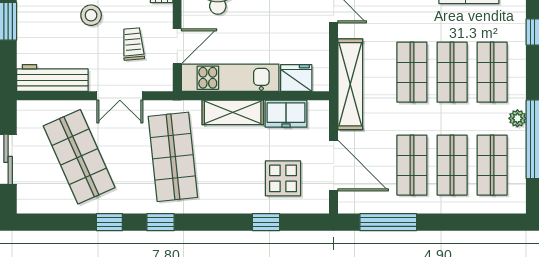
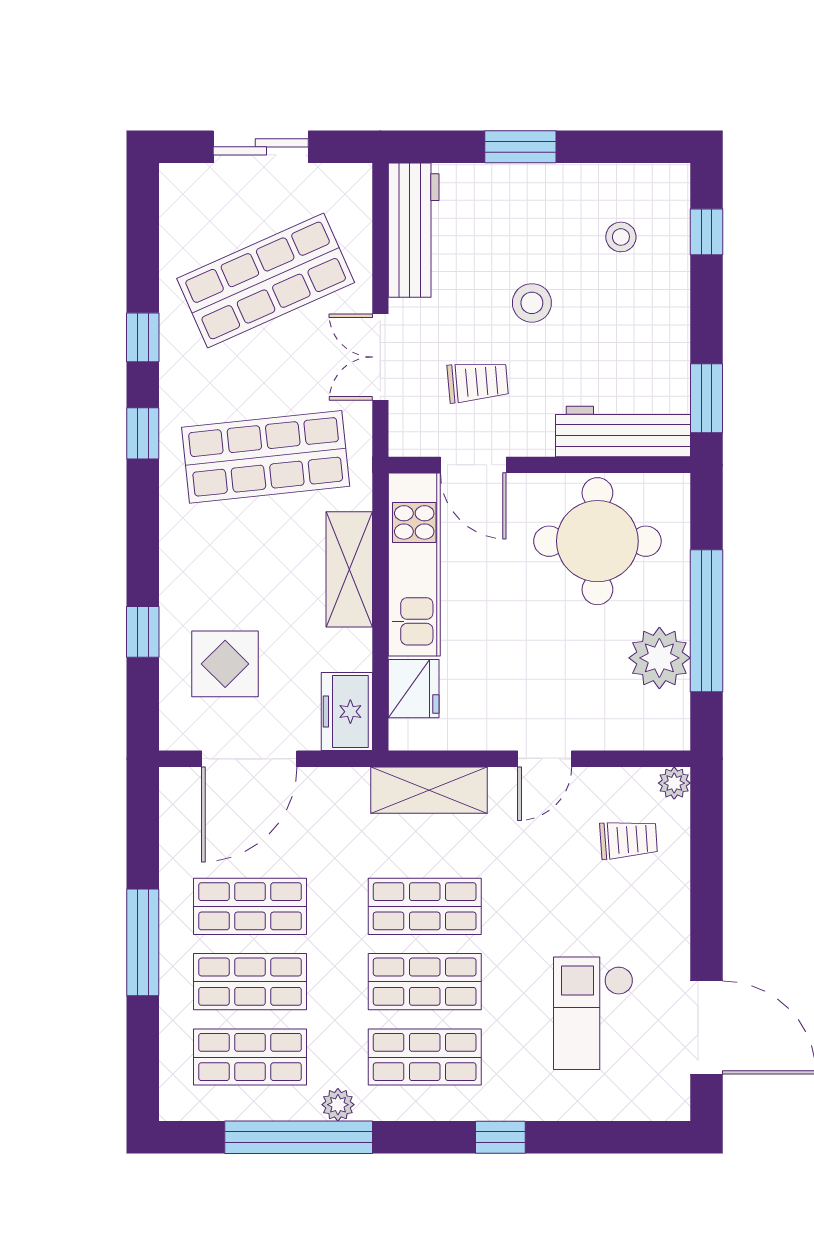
shelving: (350, 84) -> (429, 790), width x0.68
freezer: (286, 114) -> (347, 712), moved
window: (388, 222) -> (143, 942), moved

